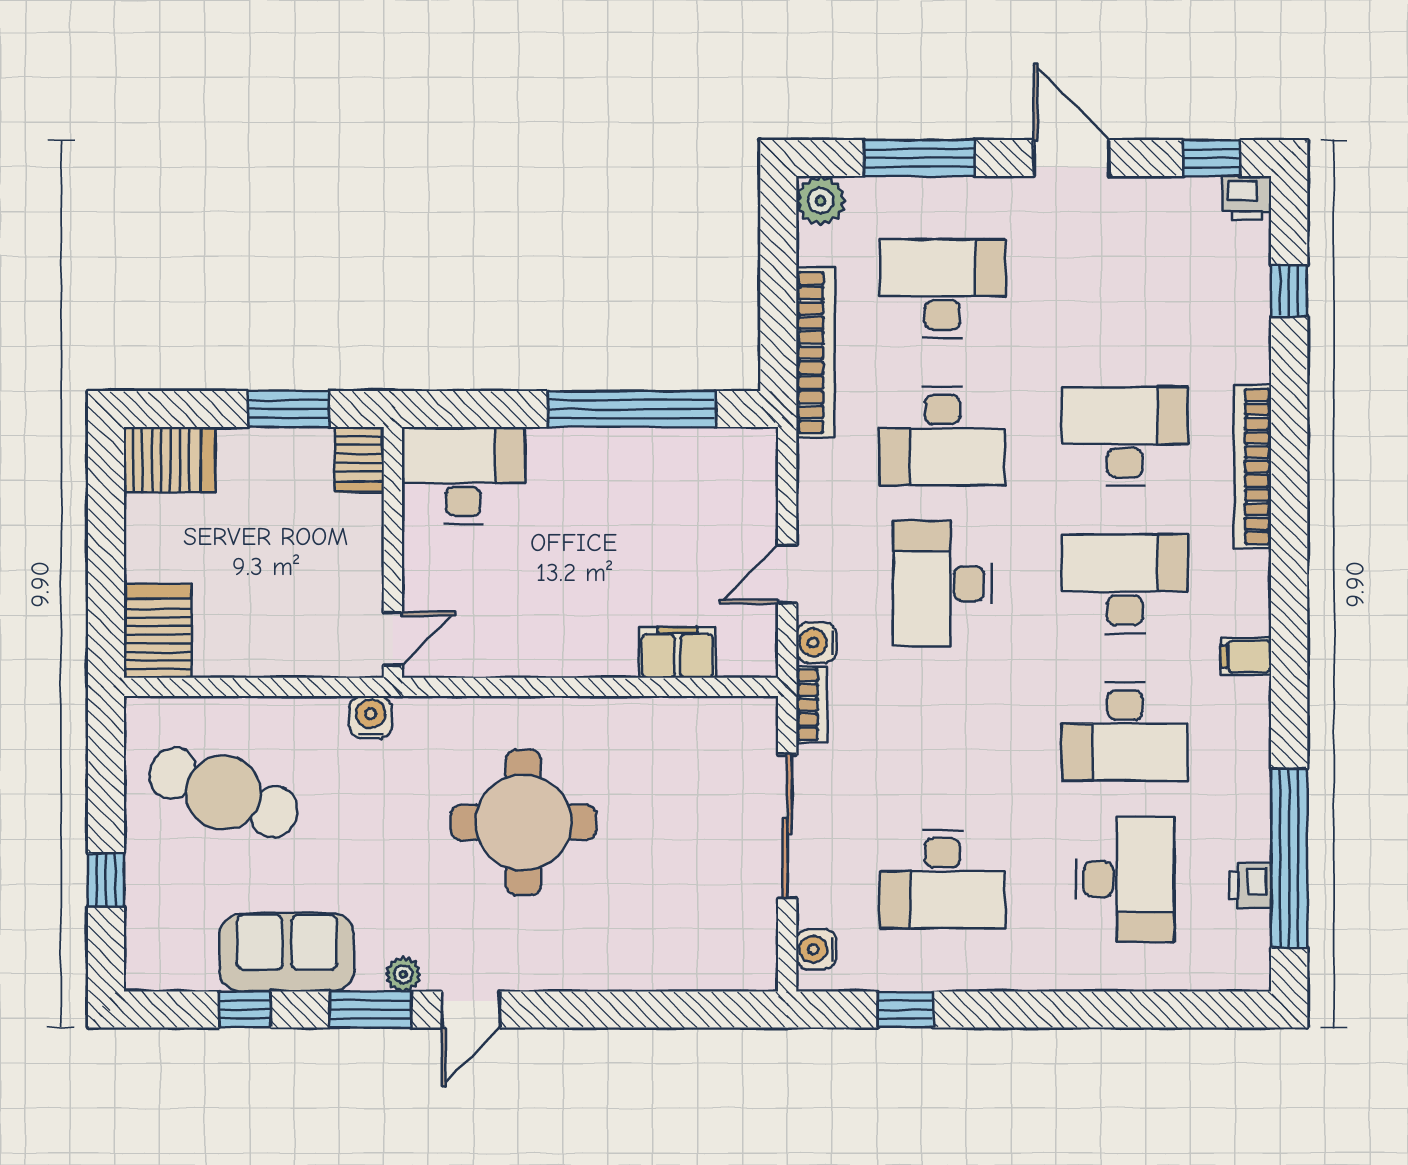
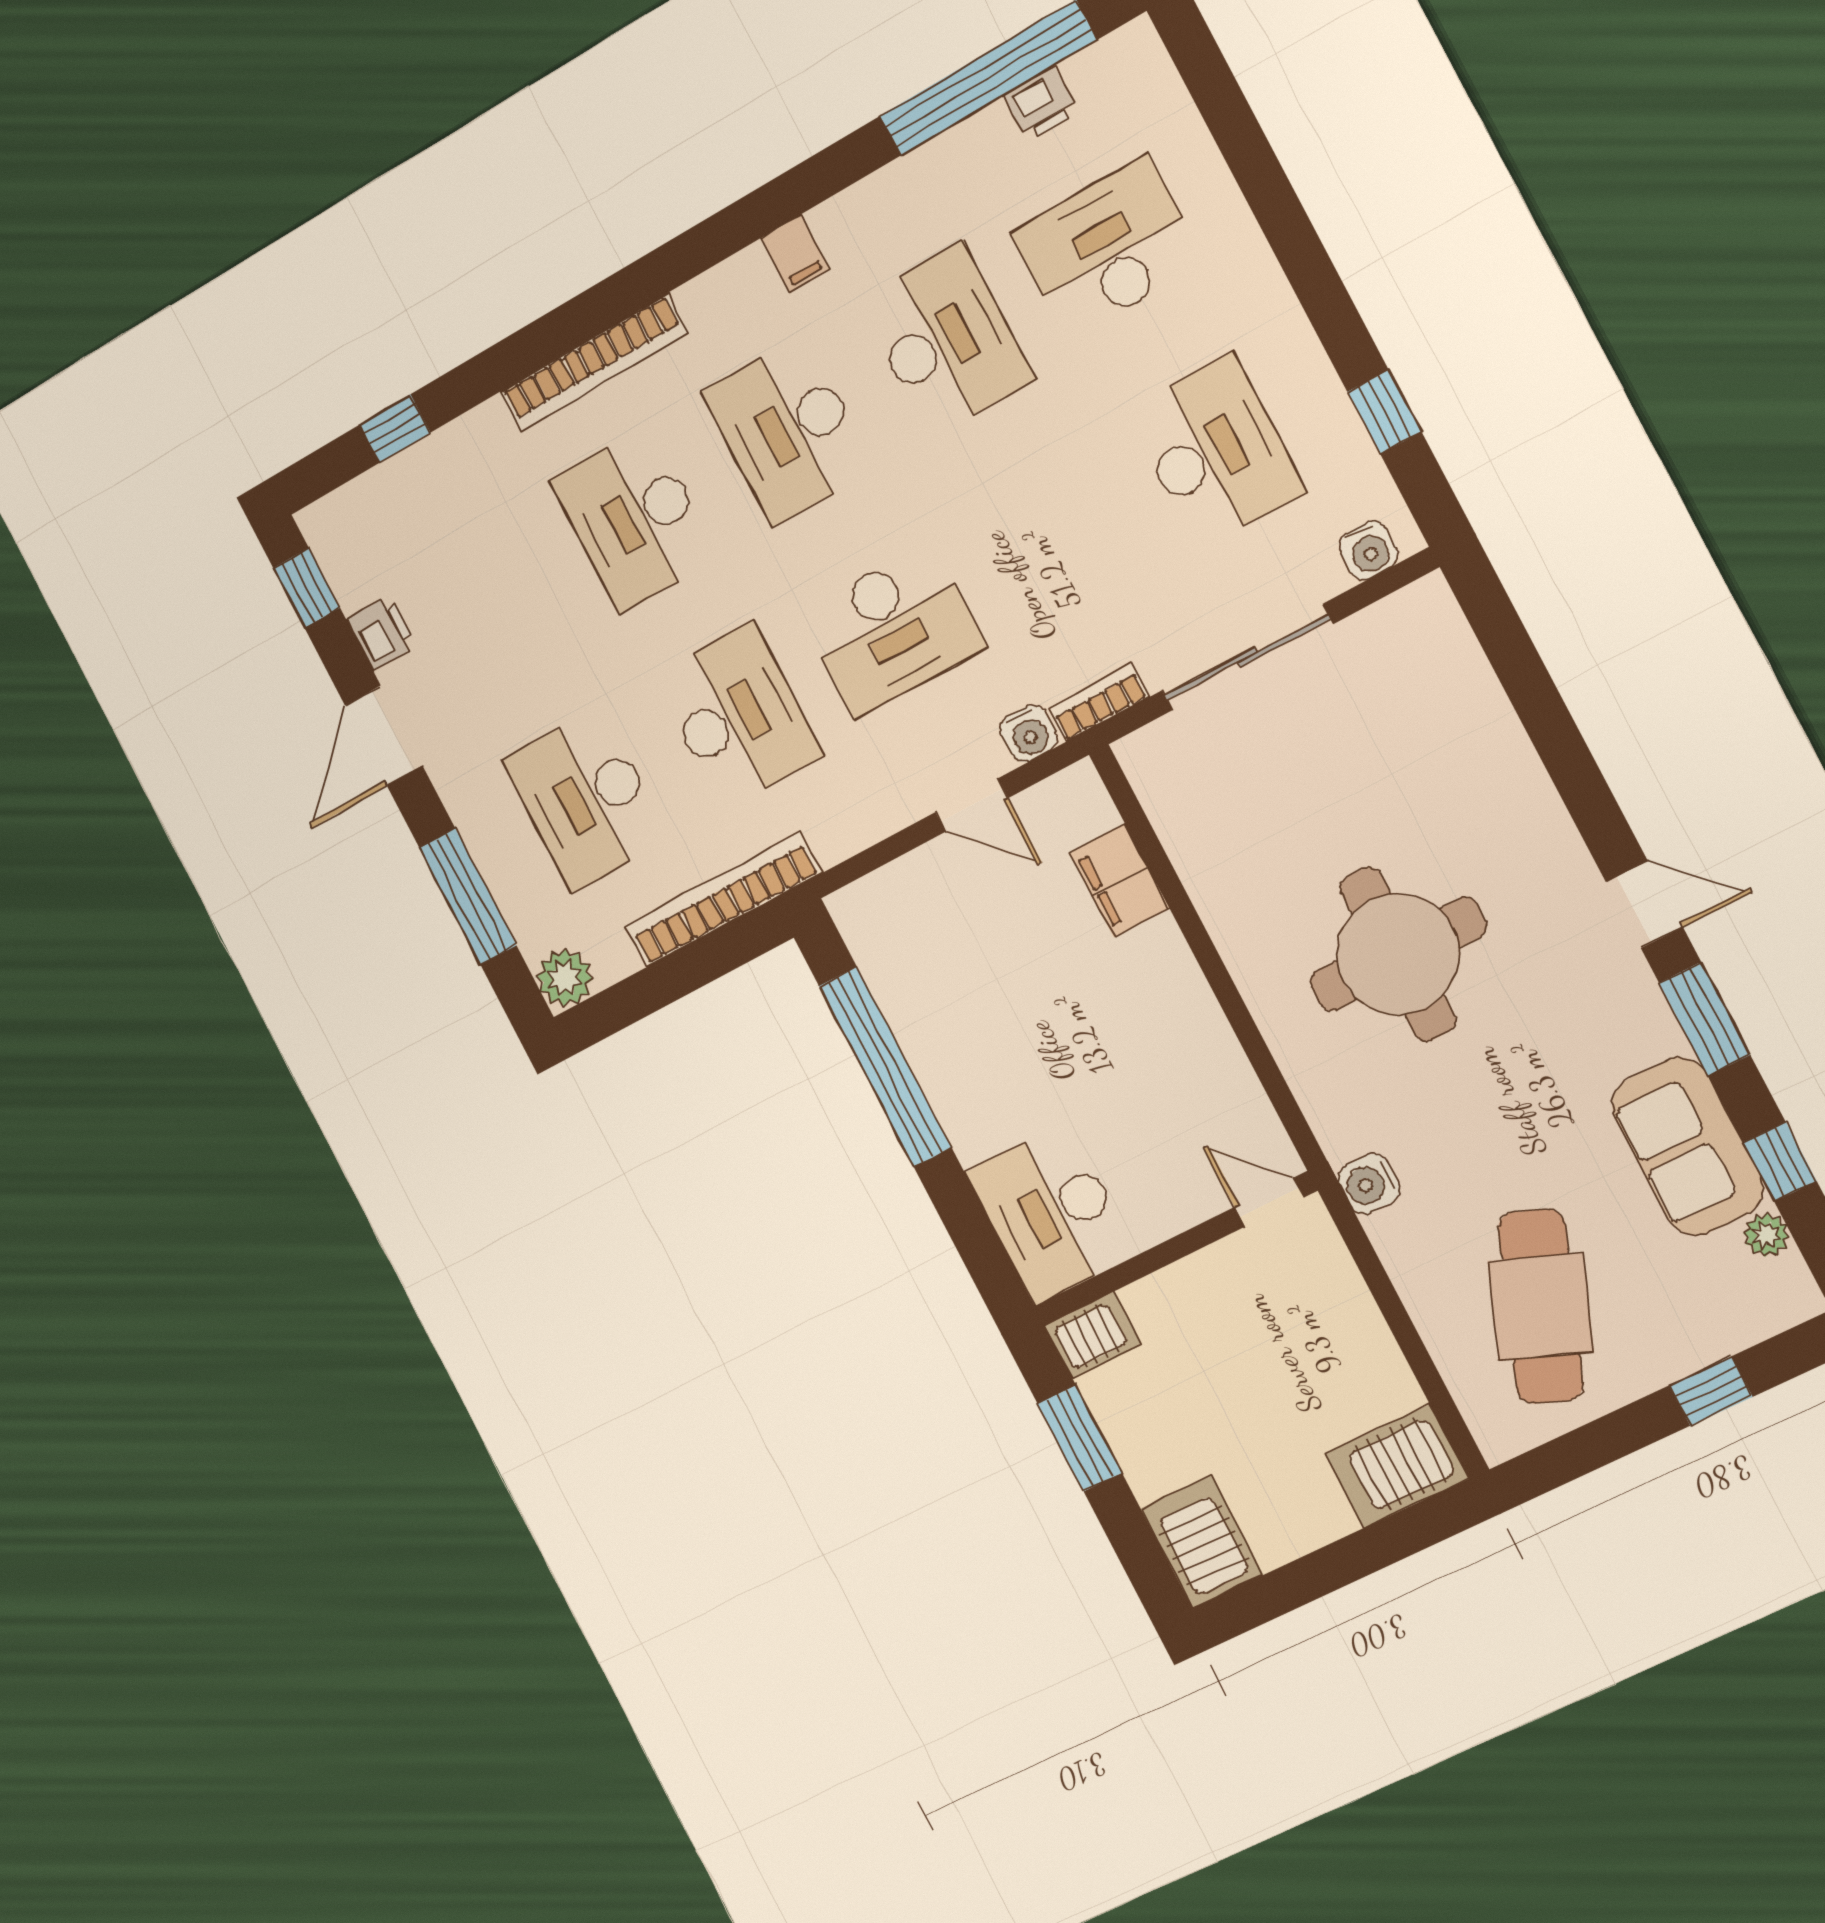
printer: (1247, 198) -> (381, 632), moved
plant: (403, 974) -> (1766, 1235), moved

